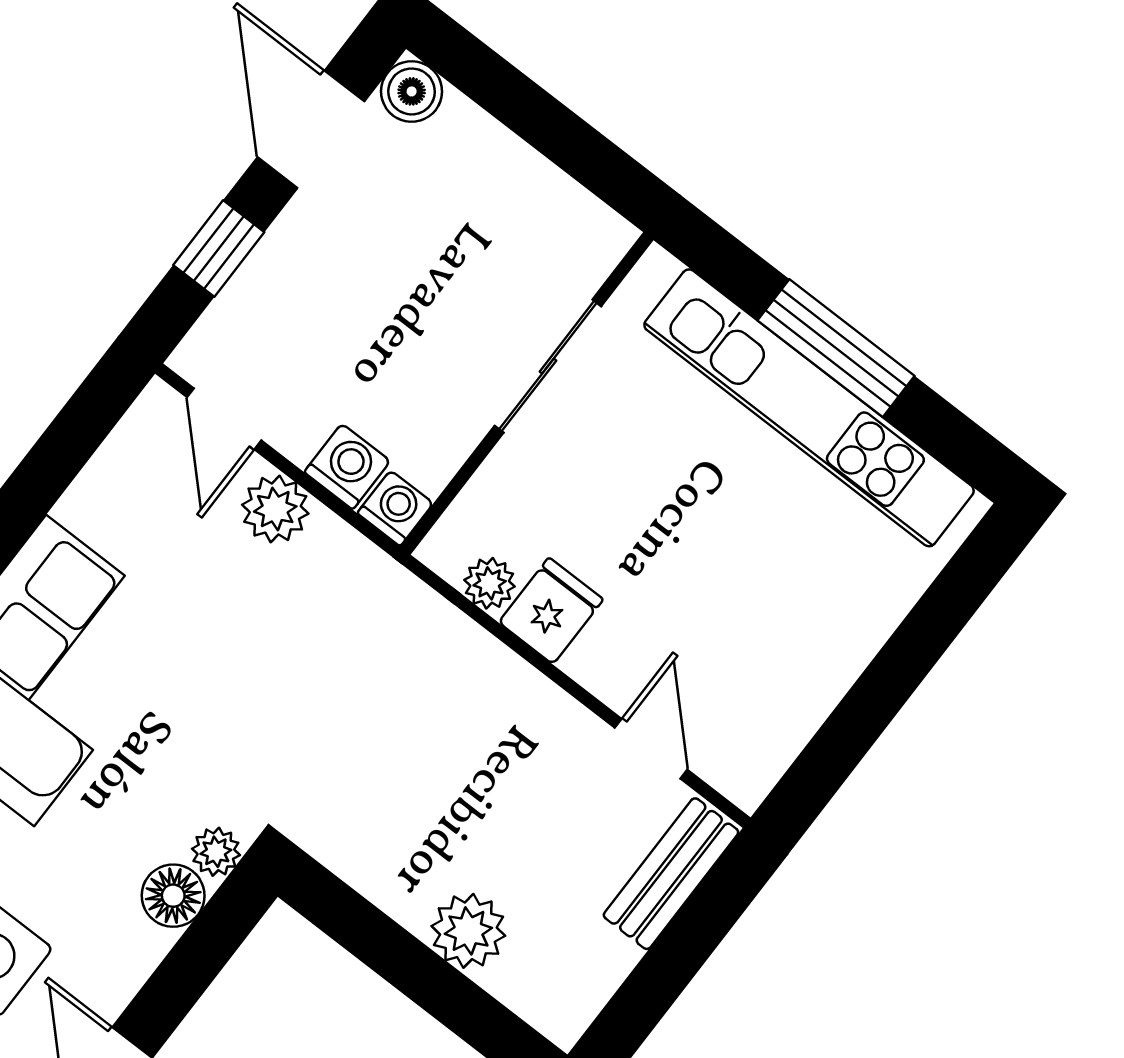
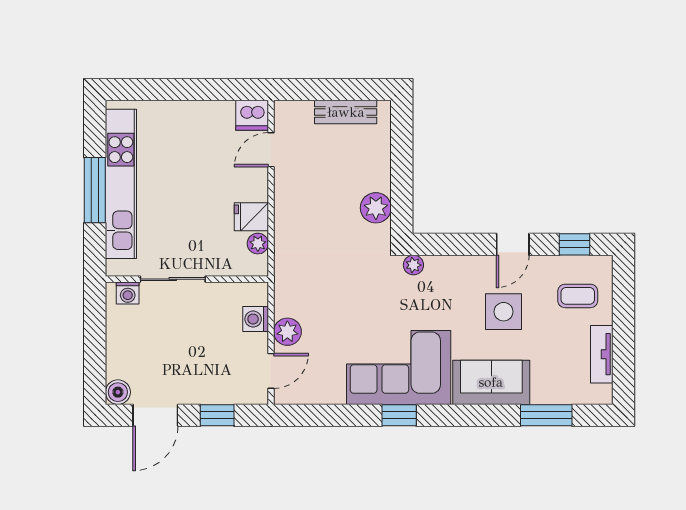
washing machine: (395, 508) -> (128, 293), moved, turned -90
dishwasher: (746, 764) -> (252, 115), added
bench: (671, 874) -> (346, 112), moved
floor lamp: (173, 896) -> (438, 268), removed
plant: (468, 931) -> (376, 208), moved

